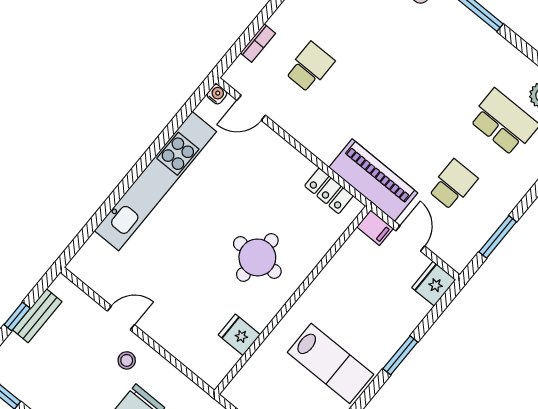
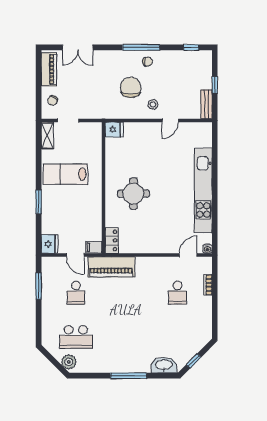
locker: (329, 191) -> (112, 240), moved, turned 90
bench: (37, 316) -> (206, 104), moved
fridge: (239, 335) -> (114, 130), moved

